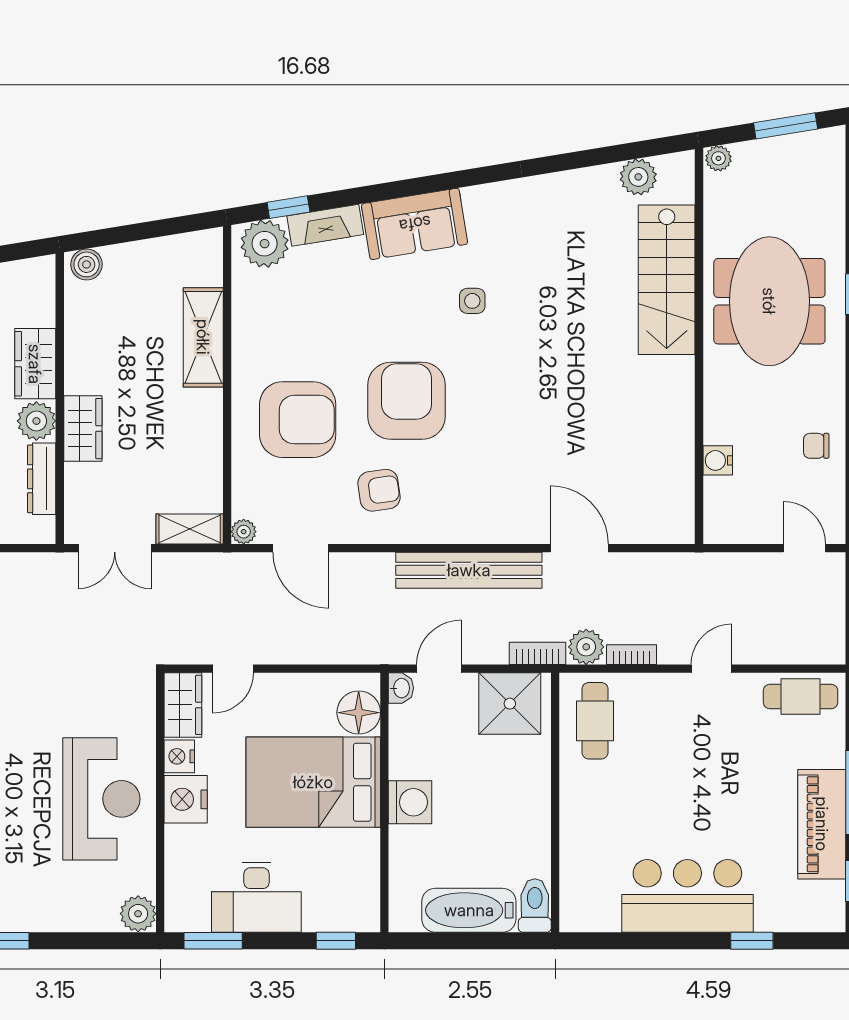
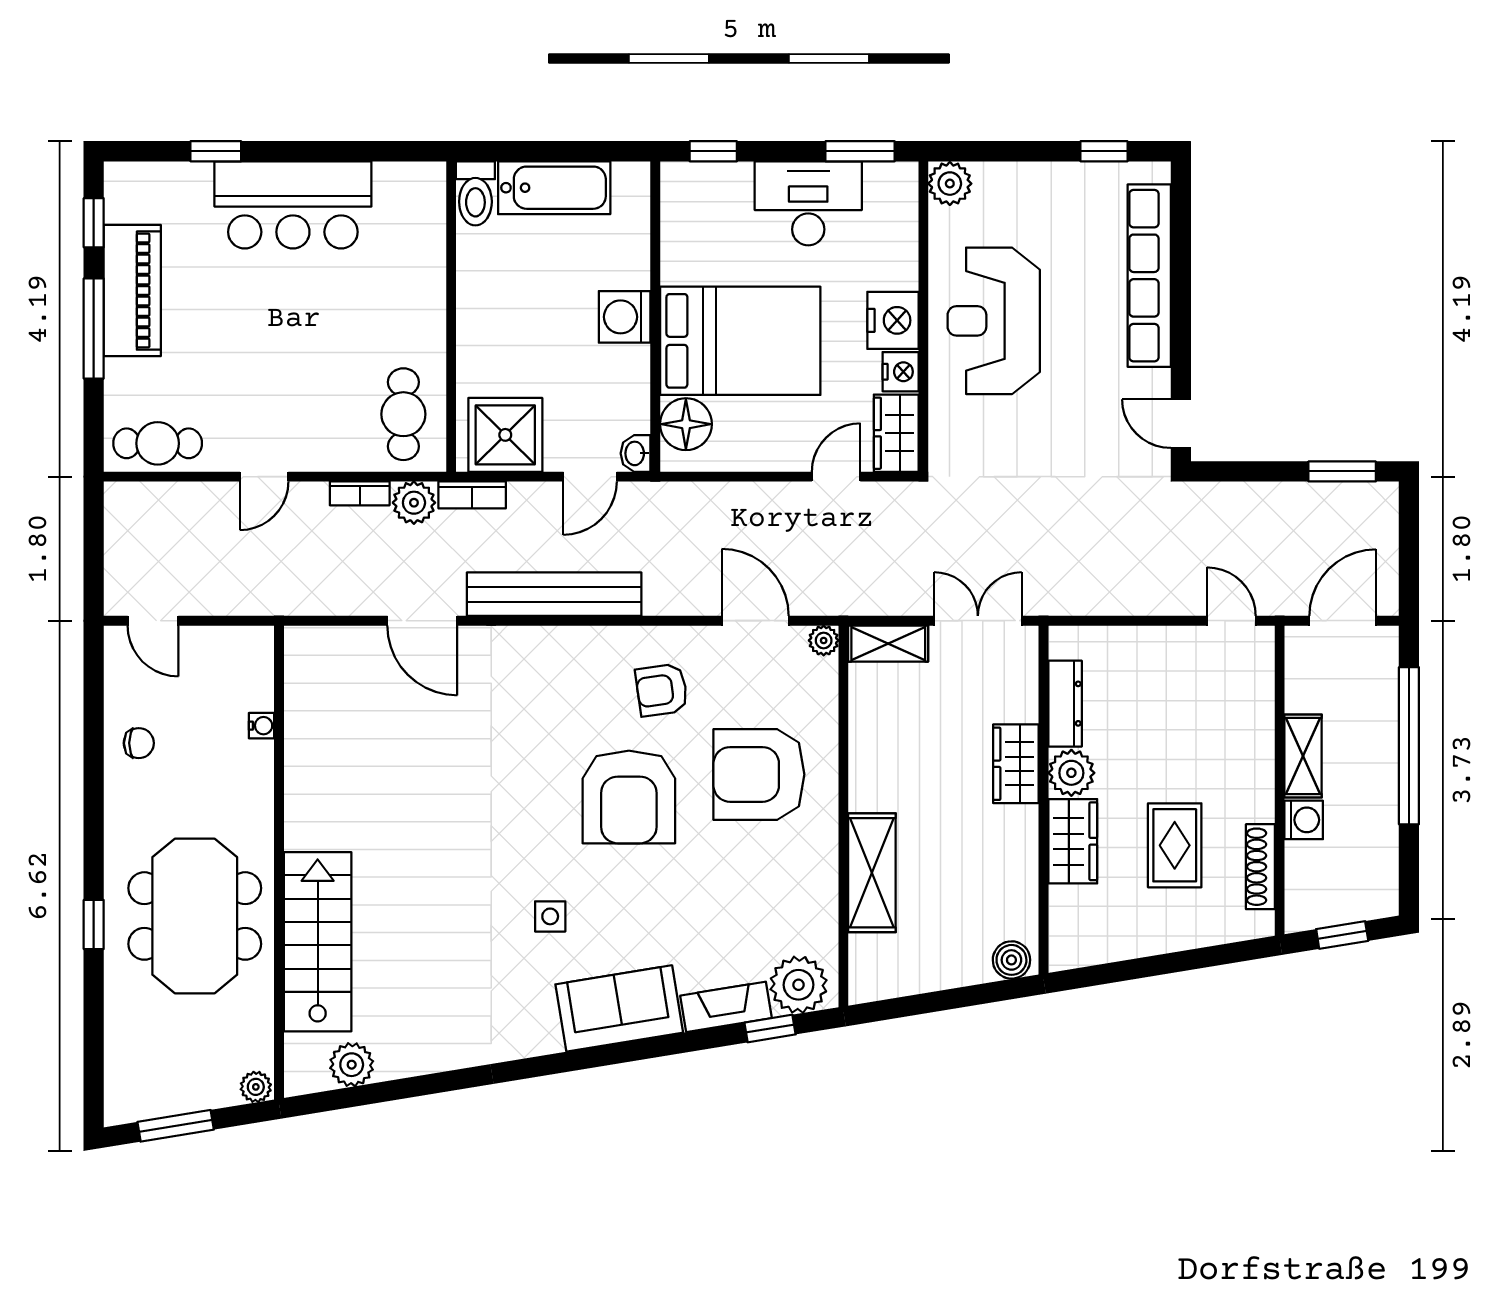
water cooler: (718, 460) -> (262, 726), width x0.72, depth x0.72

